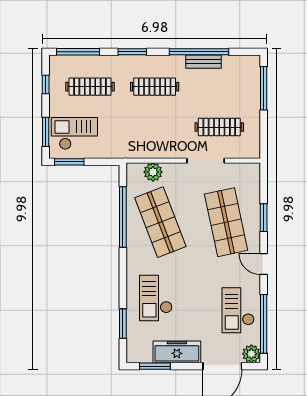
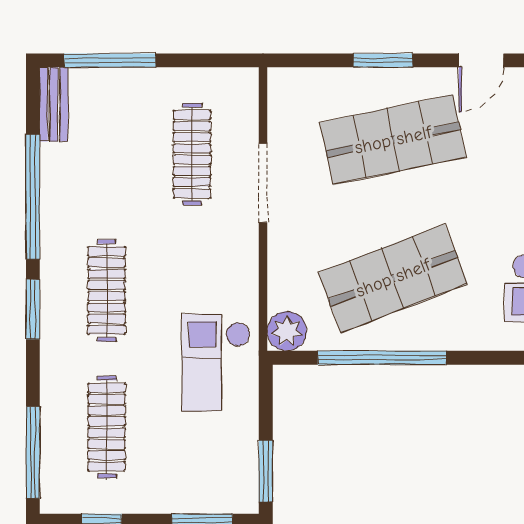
window: (132, 52) -> (33, 309), moved
bench: (204, 62) -> (54, 104), moved
checkout: (74, 133) -> (216, 363), moved
plant: (153, 172) -> (287, 331), moved

